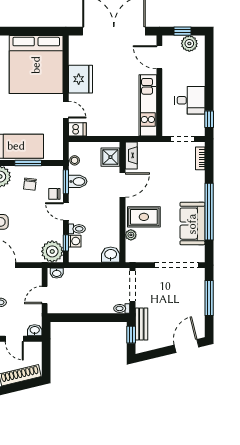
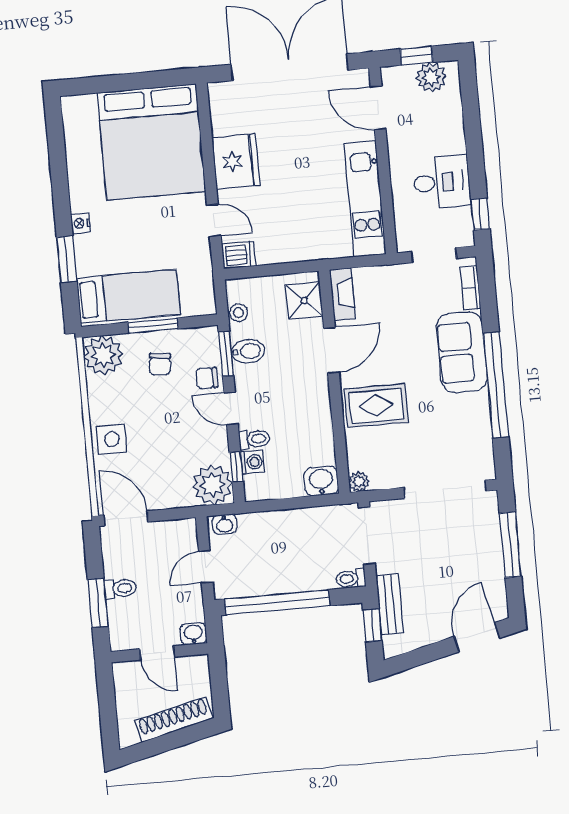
sofa: (192, 224) -> (462, 352), moved
plant: (131, 235) -> (359, 482), moved
window: (81, 318) -> (277, 602), added

